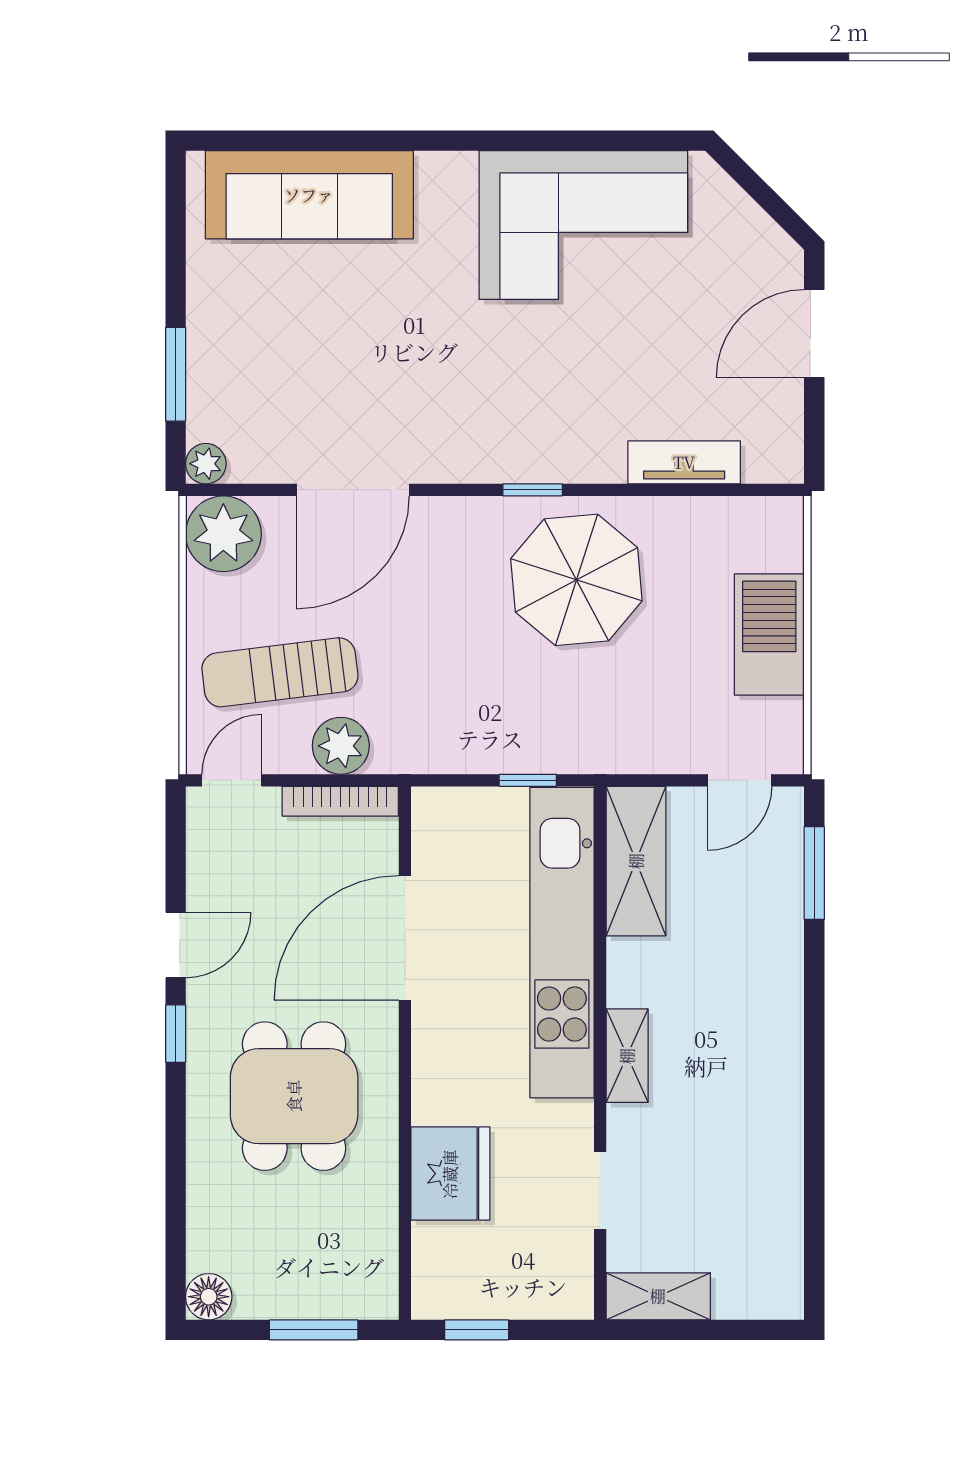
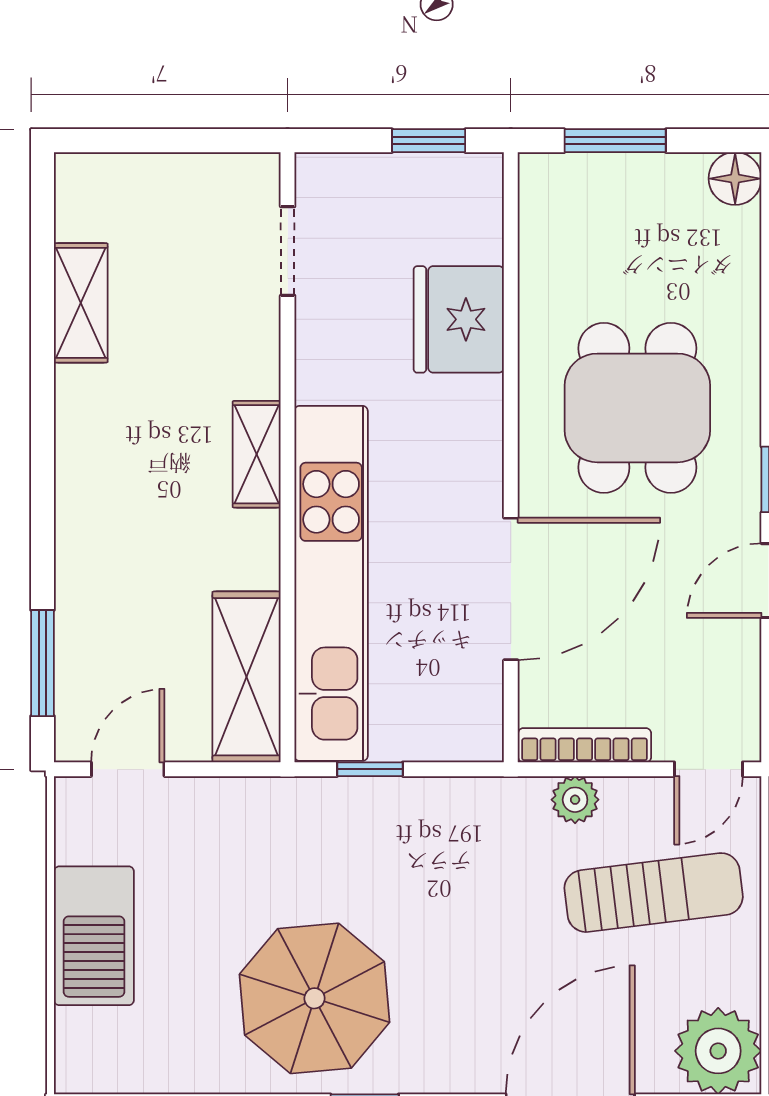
plant: (341, 746) -> (575, 800), width x0.73, depth x0.73
doorway: (600, 1190) -> (288, 251), moved
shelving: (658, 1296) -> (81, 303), moved, turned 90

